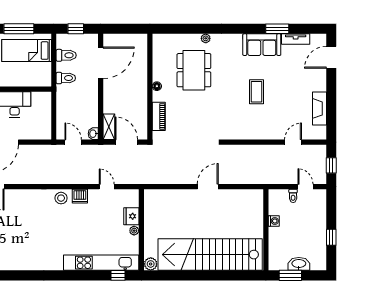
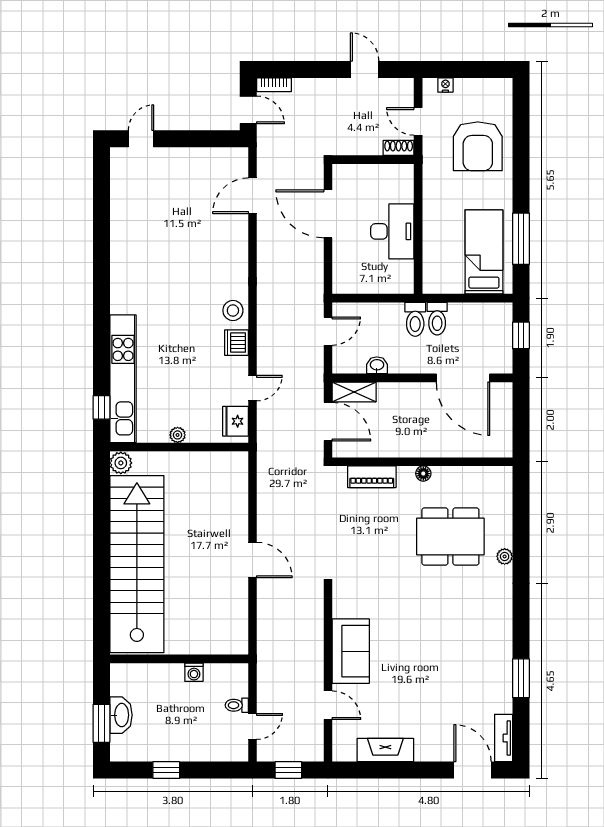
tv unit: (296, 39) -> (504, 738), moved
sofa: (262, 45) -> (351, 651), moved, turned 180
toilet: (66, 55) -> (415, 319), moved
coffee table: (257, 92) -> (414, 643), removed
washbasin: (93, 134) -> (377, 365), moved
door: (126, 142) -> (328, 422), hinge flipped
fridge: (131, 216) -> (235, 421), moved, turned -90
window: (290, 275) -> (101, 723), moved

